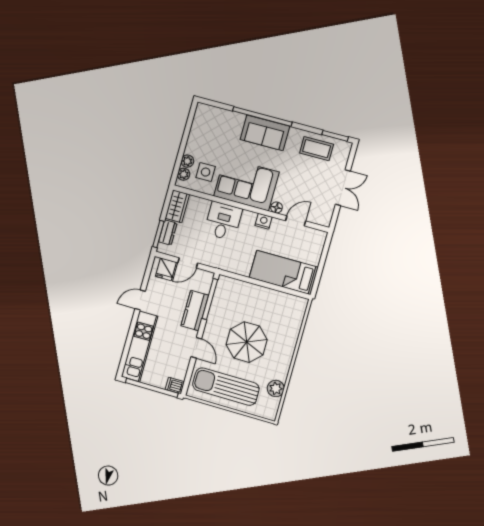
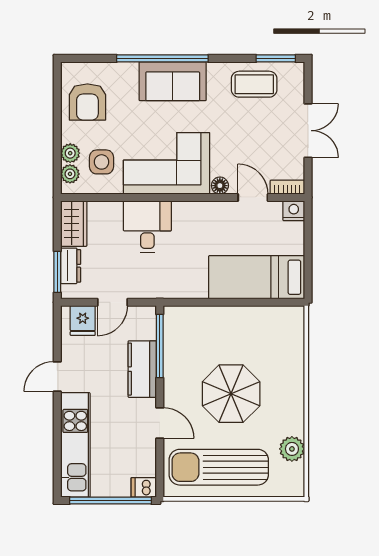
armchair: (207, 132) -> (87, 102), added
bookcase: (319, 220) -> (287, 187), added
nightstand: (264, 221) -> (294, 211), moved
door: (296, 221) -> (253, 197), hinge flipped

